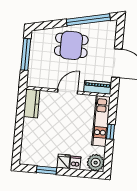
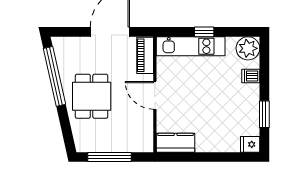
fridge: (64, 161) -> (250, 144), moved

